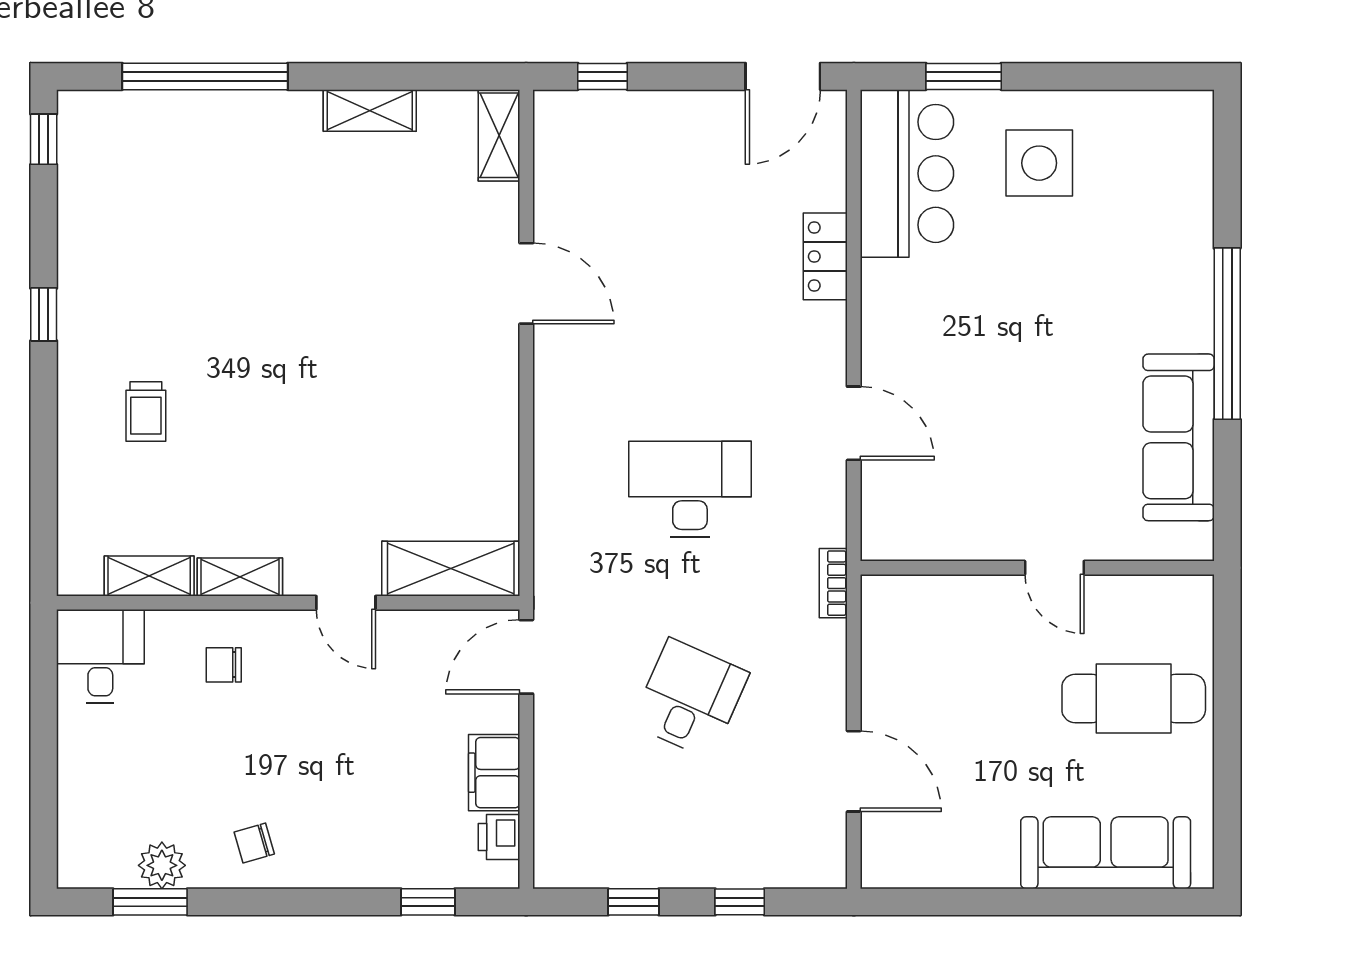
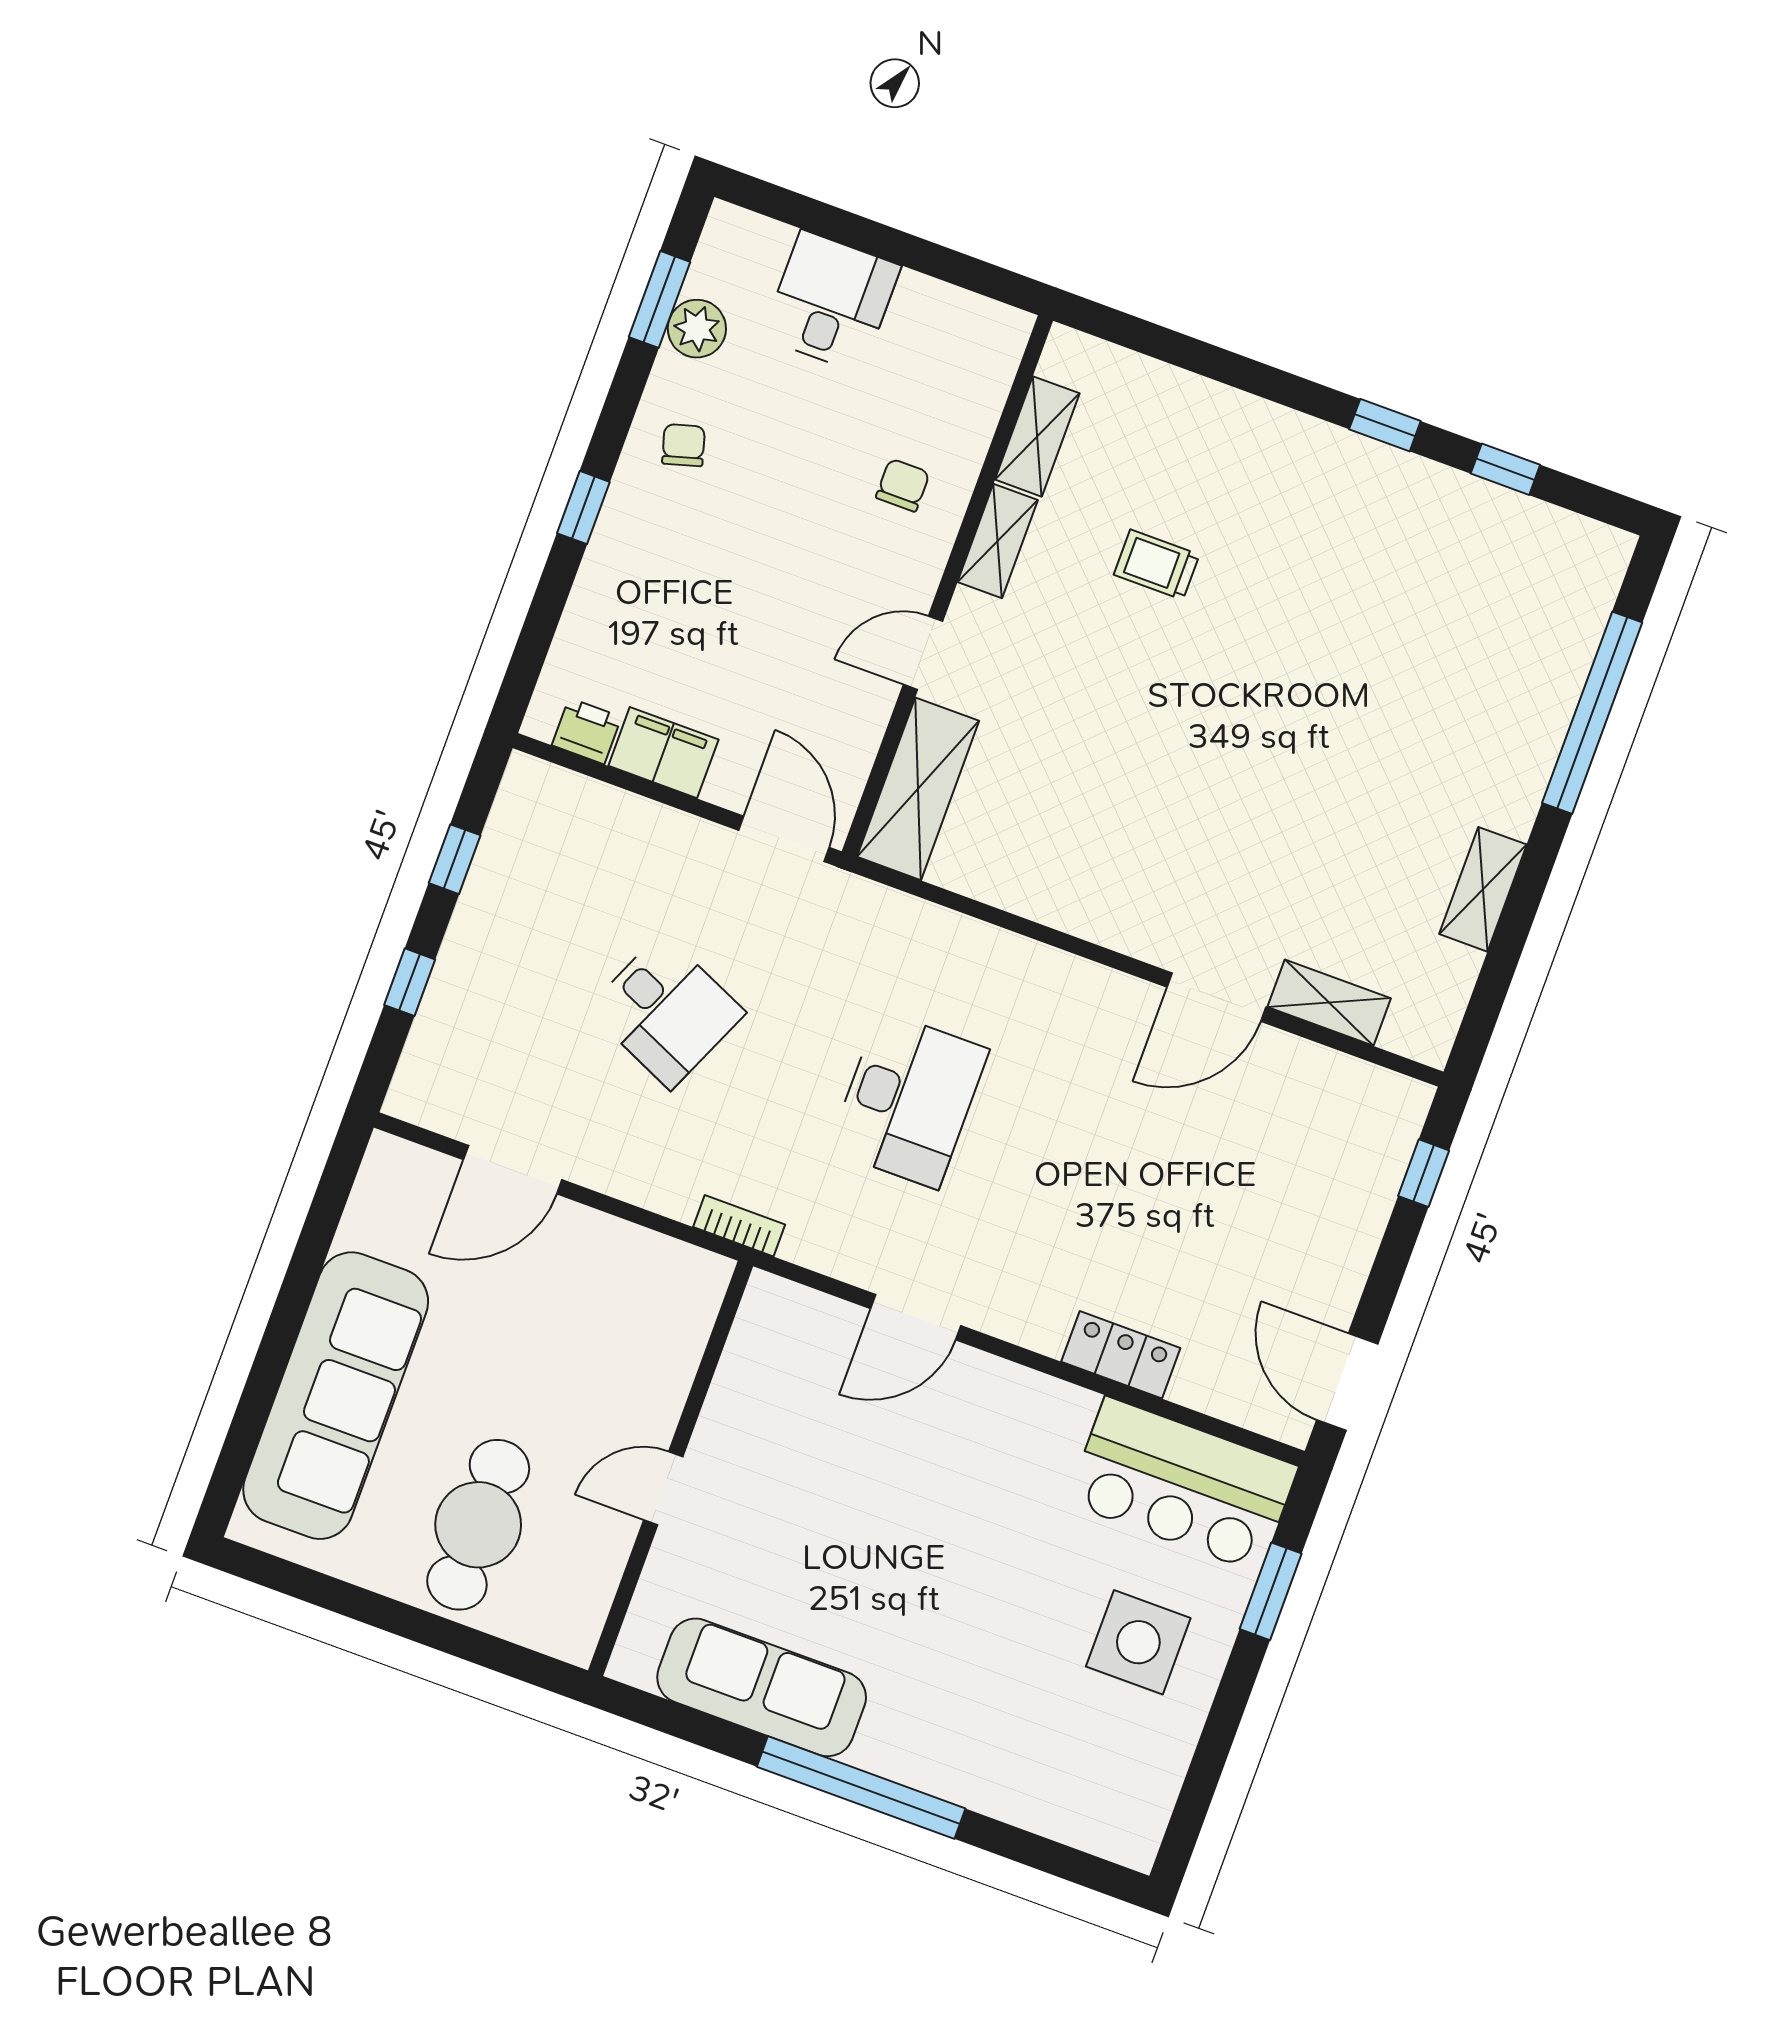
shelving: (499, 135) -> (1329, 1003), moved
window: (44, 139) -> (1505, 469), moved
trolley: (146, 412) -> (1157, 565), moved
desk: (100, 656) -> (831, 302), moved, turned -90
sofa: (1106, 853) -> (336, 1396), width x1.36, depth x1.27
window: (428, 902) -> (583, 508), moved

